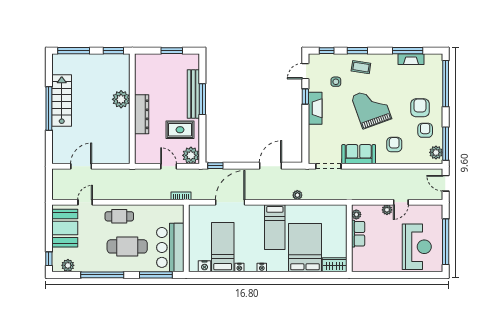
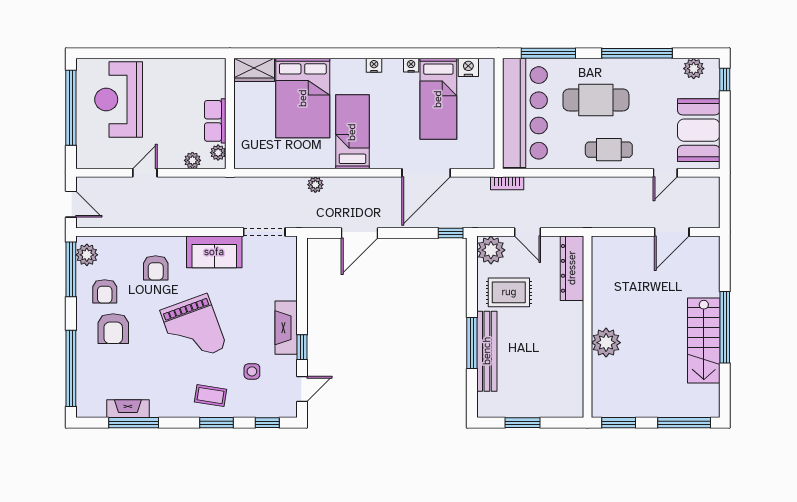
dresser: (142, 114) -> (572, 268), moved
plant: (387, 210) -> (192, 160), moved
bar counter: (170, 247) -> (525, 113), width x1.36

